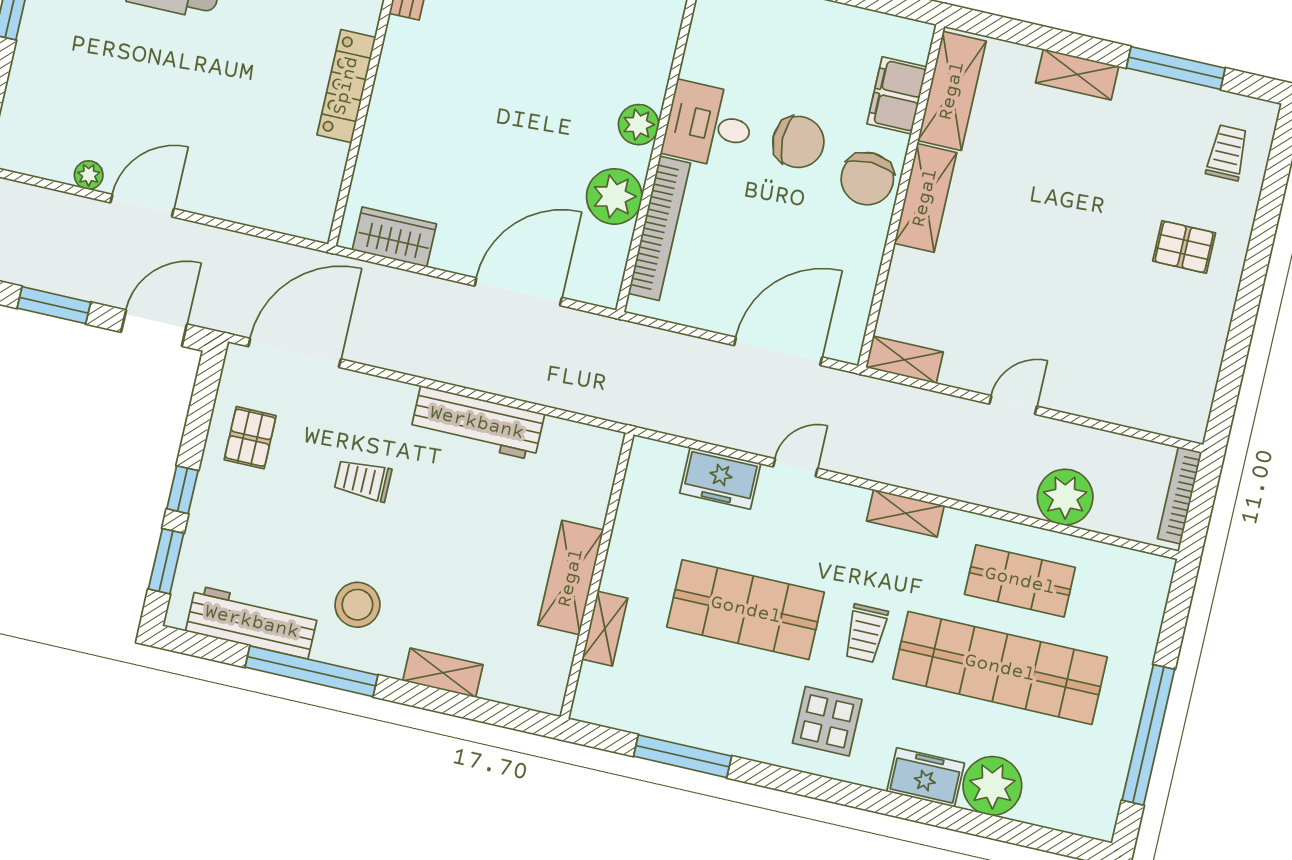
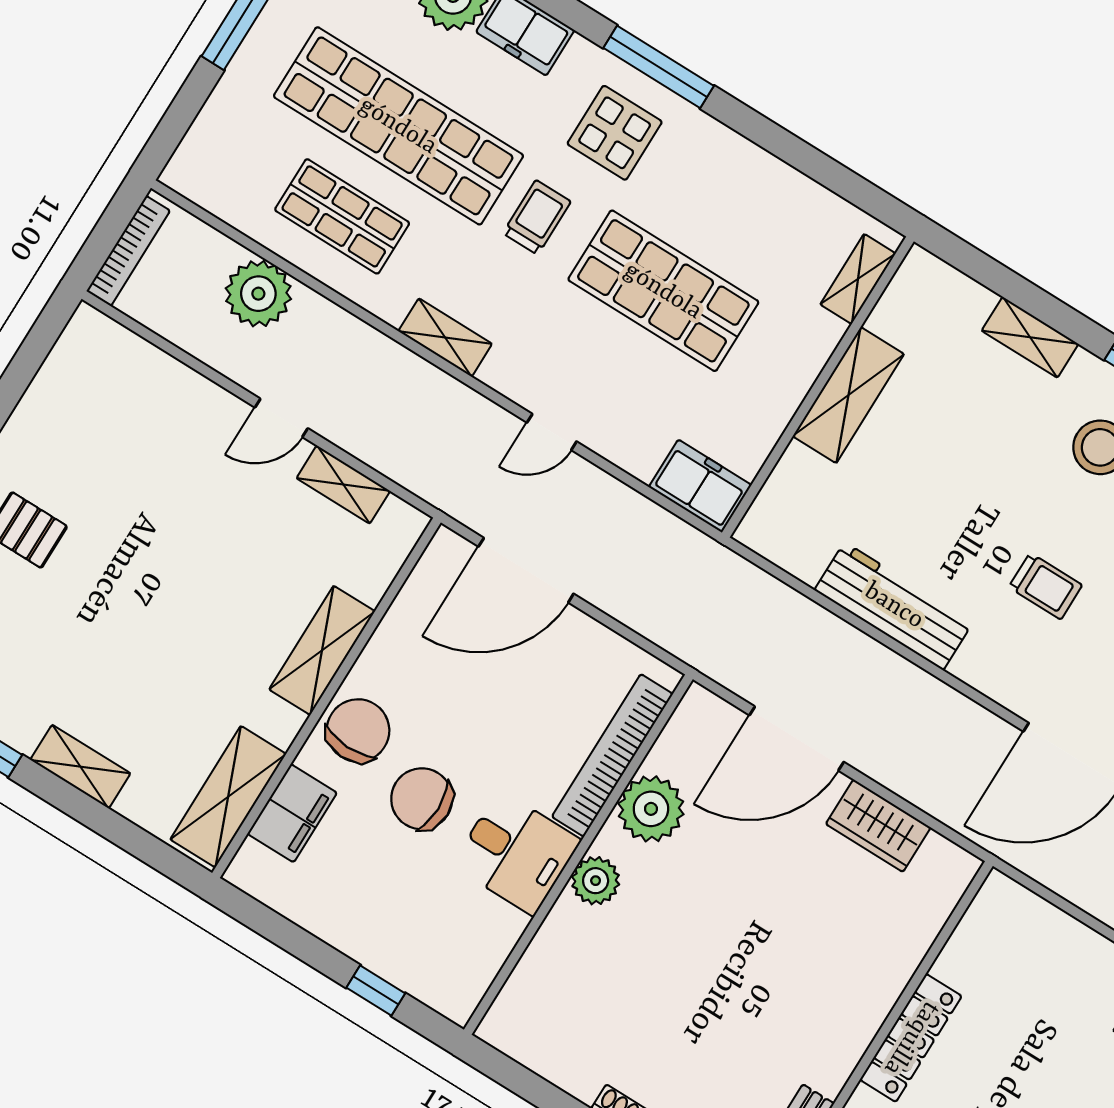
shelving: (925, 198) -> (322, 650), moved
wardrobe: (394, 237) -> (878, 826), moved
shelving: (905, 360) -> (343, 484), moved
freezer: (720, 478) -> (700, 486), moved
shelving: (605, 629) -> (858, 279), moved
window: (683, 756) -> (659, 67), moved

